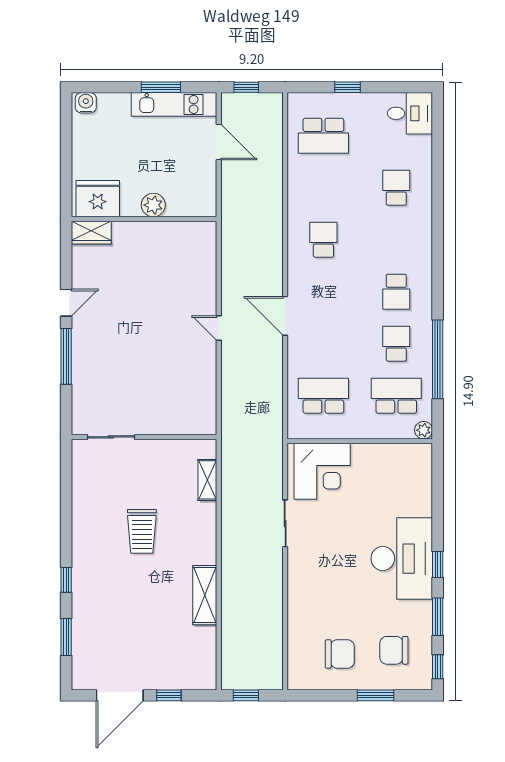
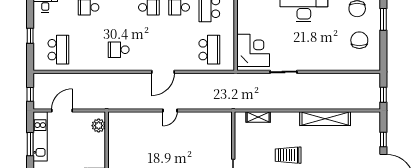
plant: (153, 205) -> (99, 126), moved
school desk: (323, 396) -> (209, 50), turned 180
trolley: (142, 531) -> (288, 155), turned 180
shelving: (205, 595) -> (325, 119), width x1.47

